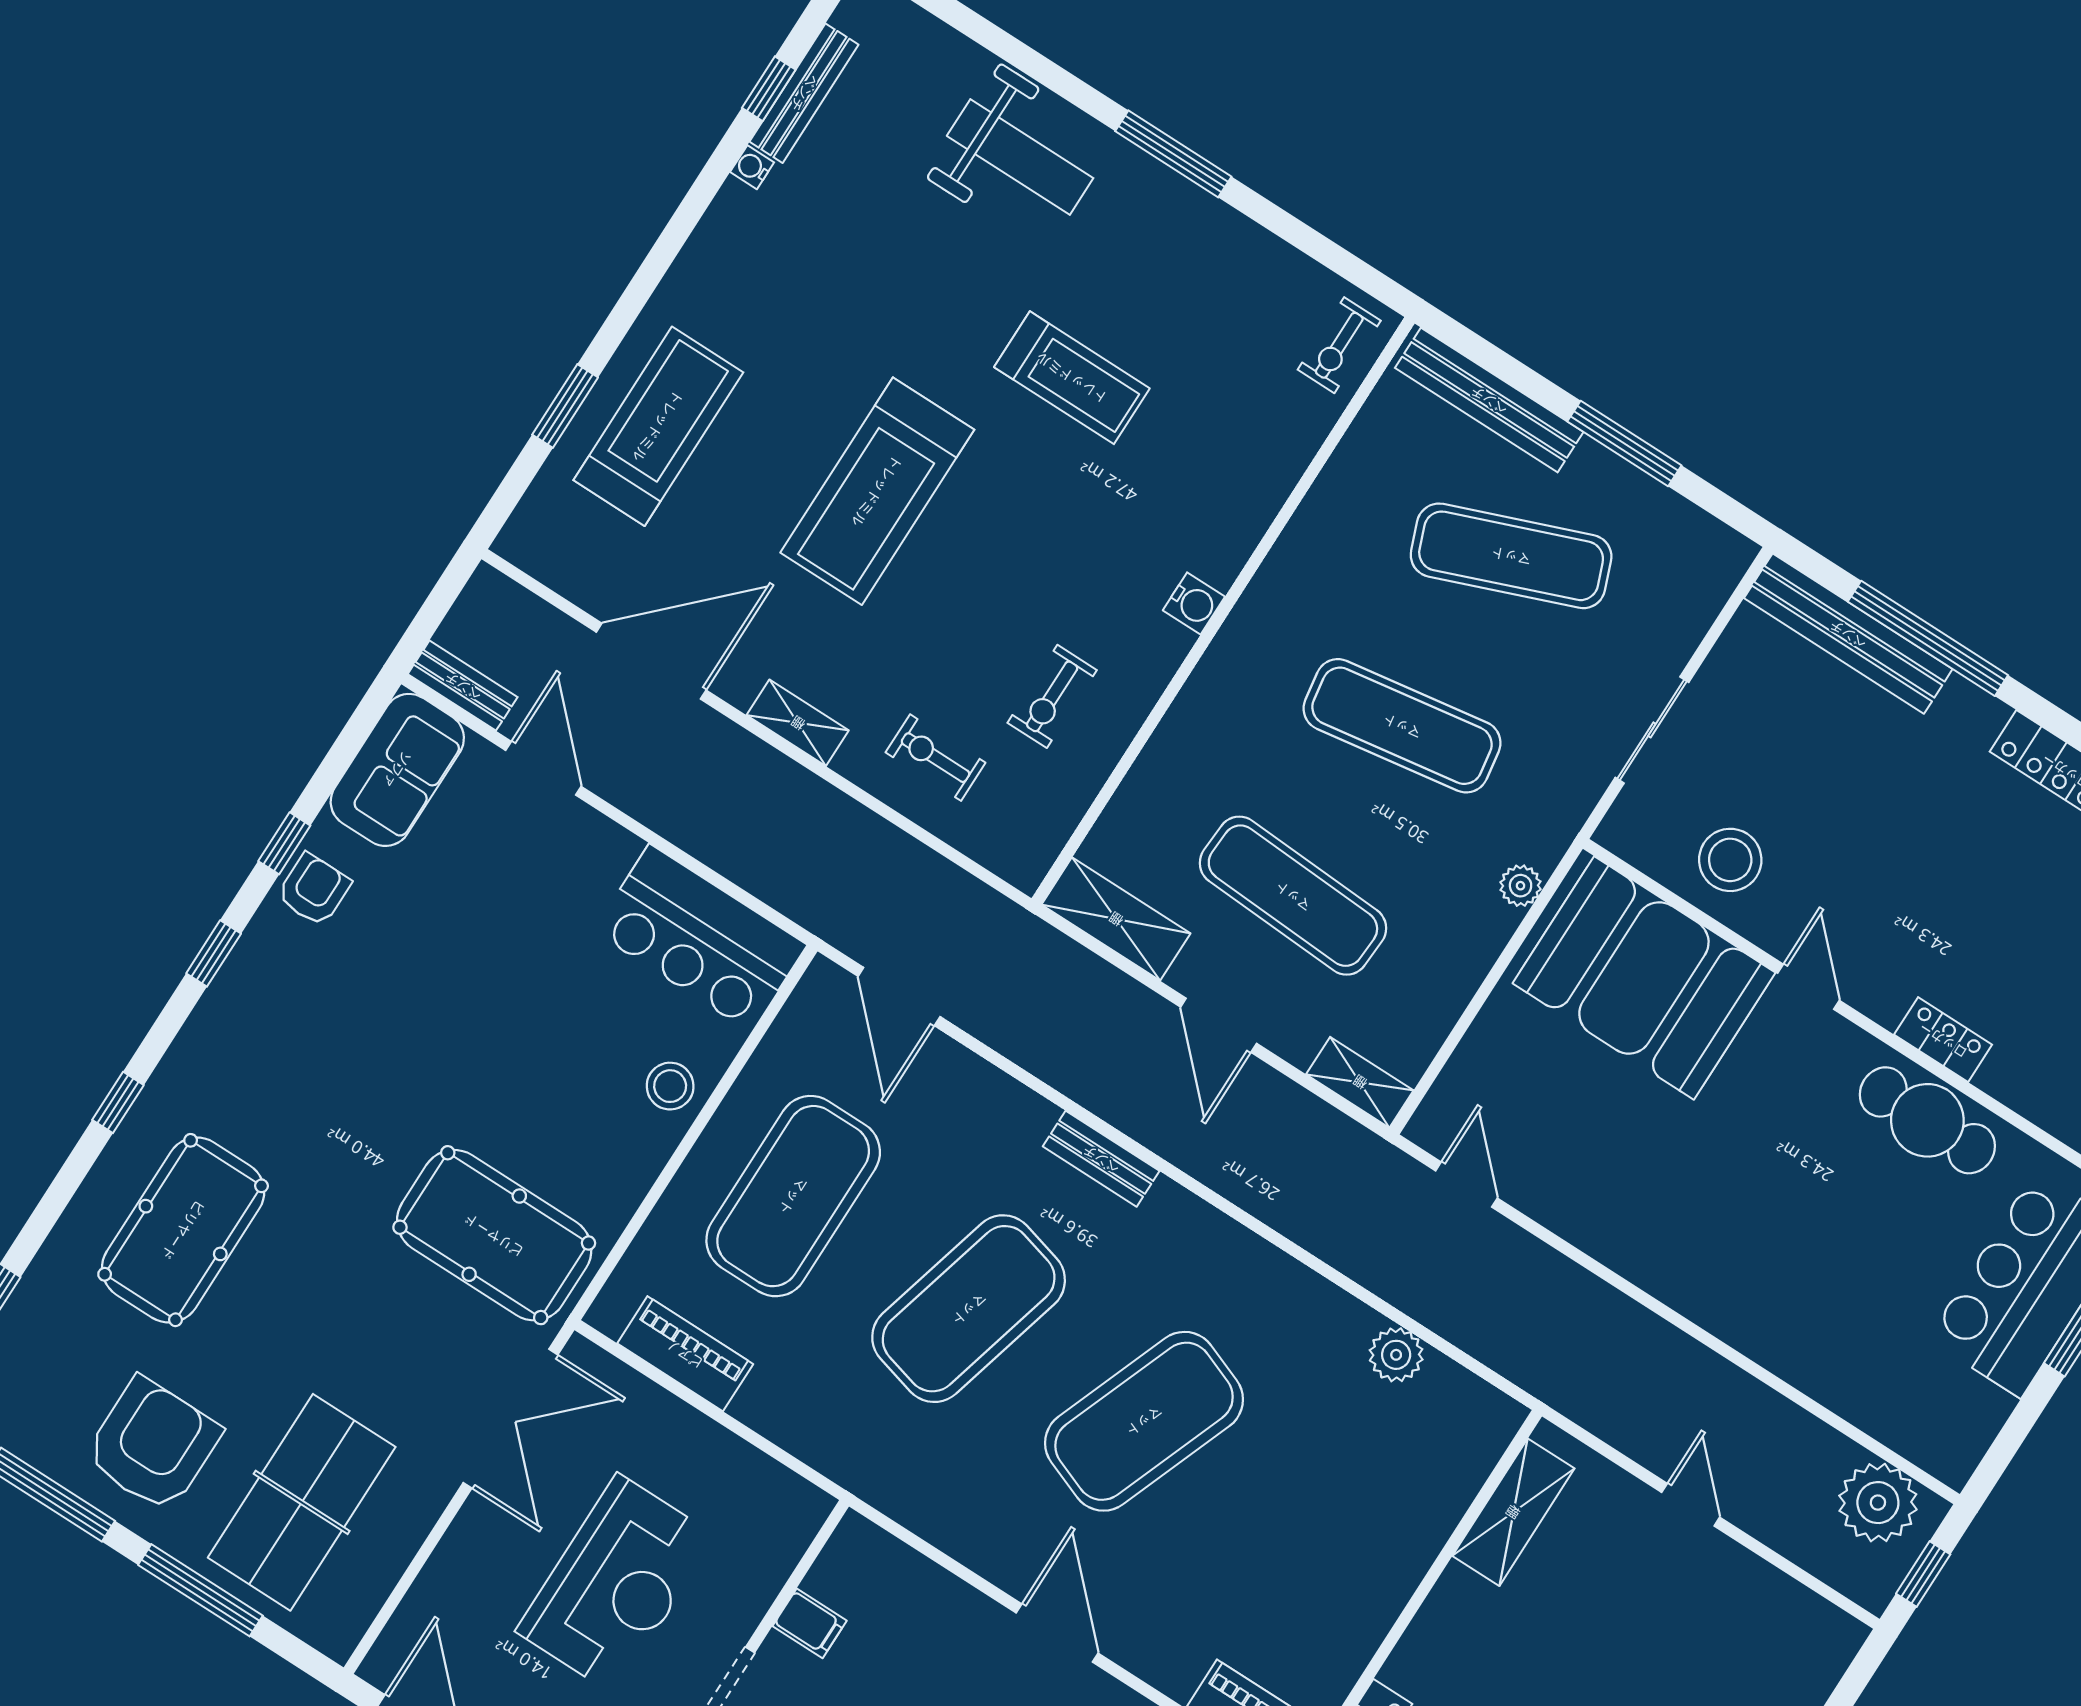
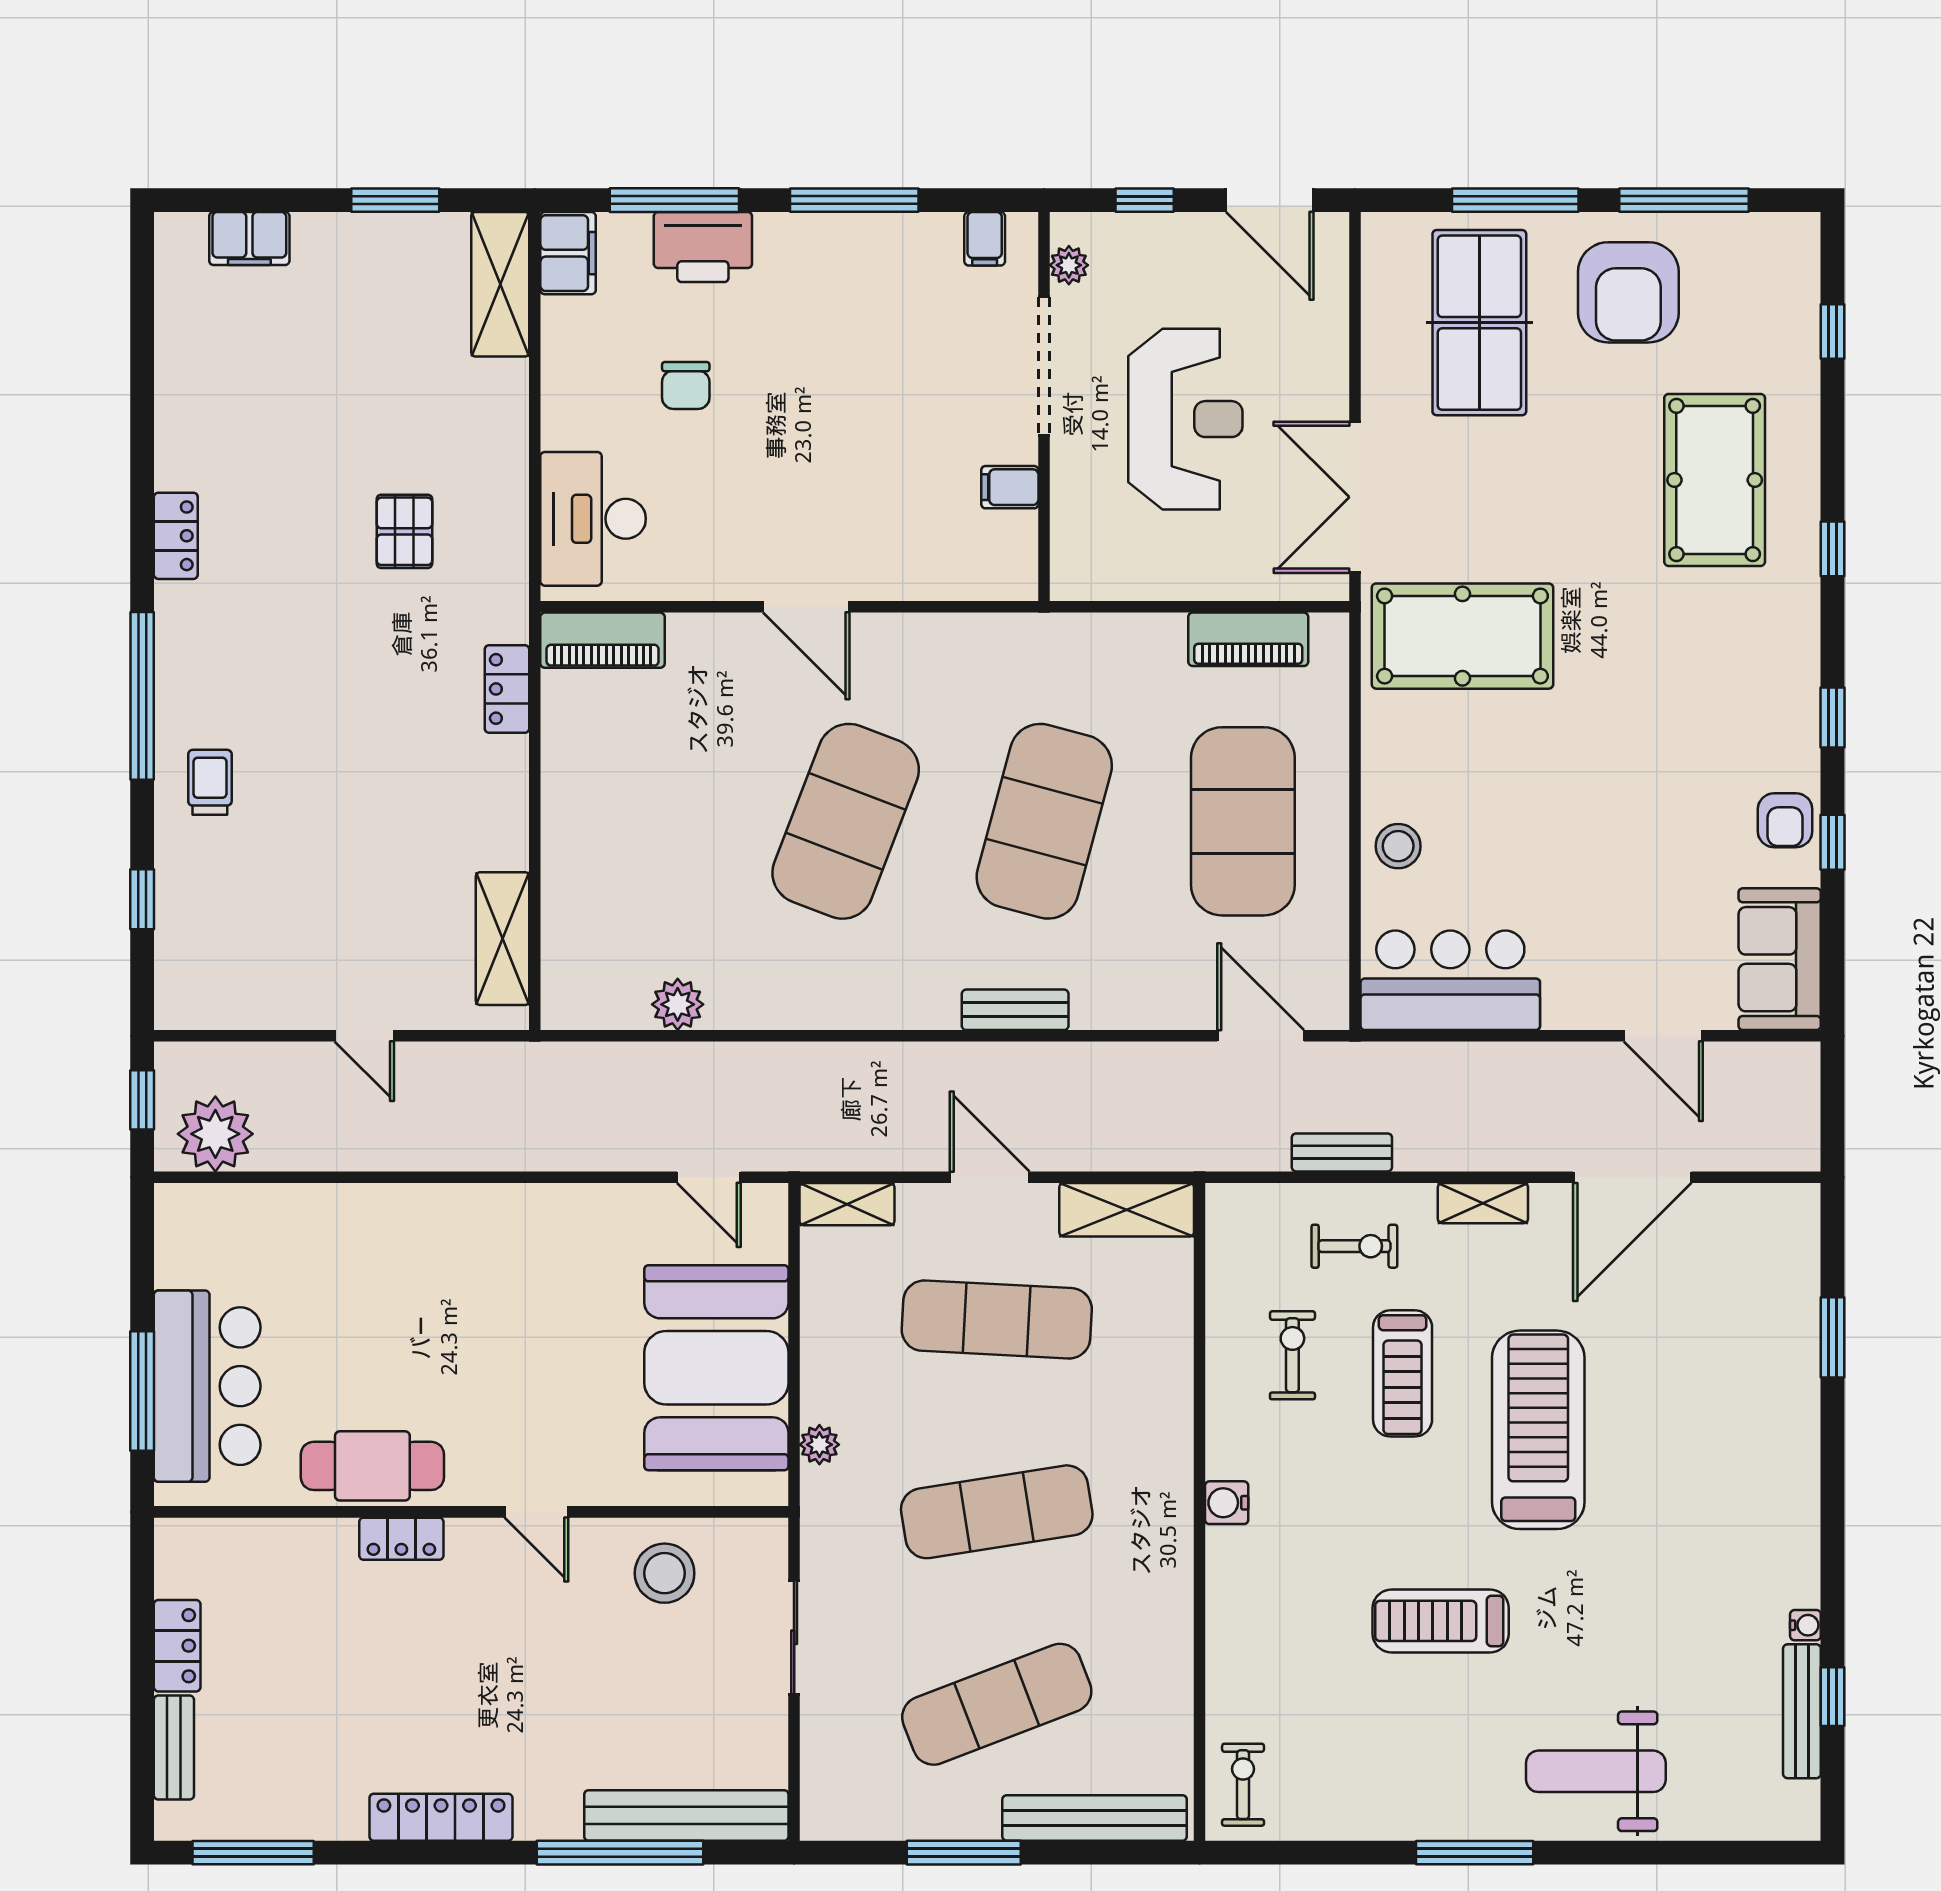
treadmill: (658, 426) -> (1403, 1373), moved, width x0.73, depth x0.73
bench: (463, 686) -> (1342, 1152), moved
booth: (1644, 978) -> (716, 1368), moved, turned 90
reception desk: (616, 1584) -> (1185, 419), turned 180

